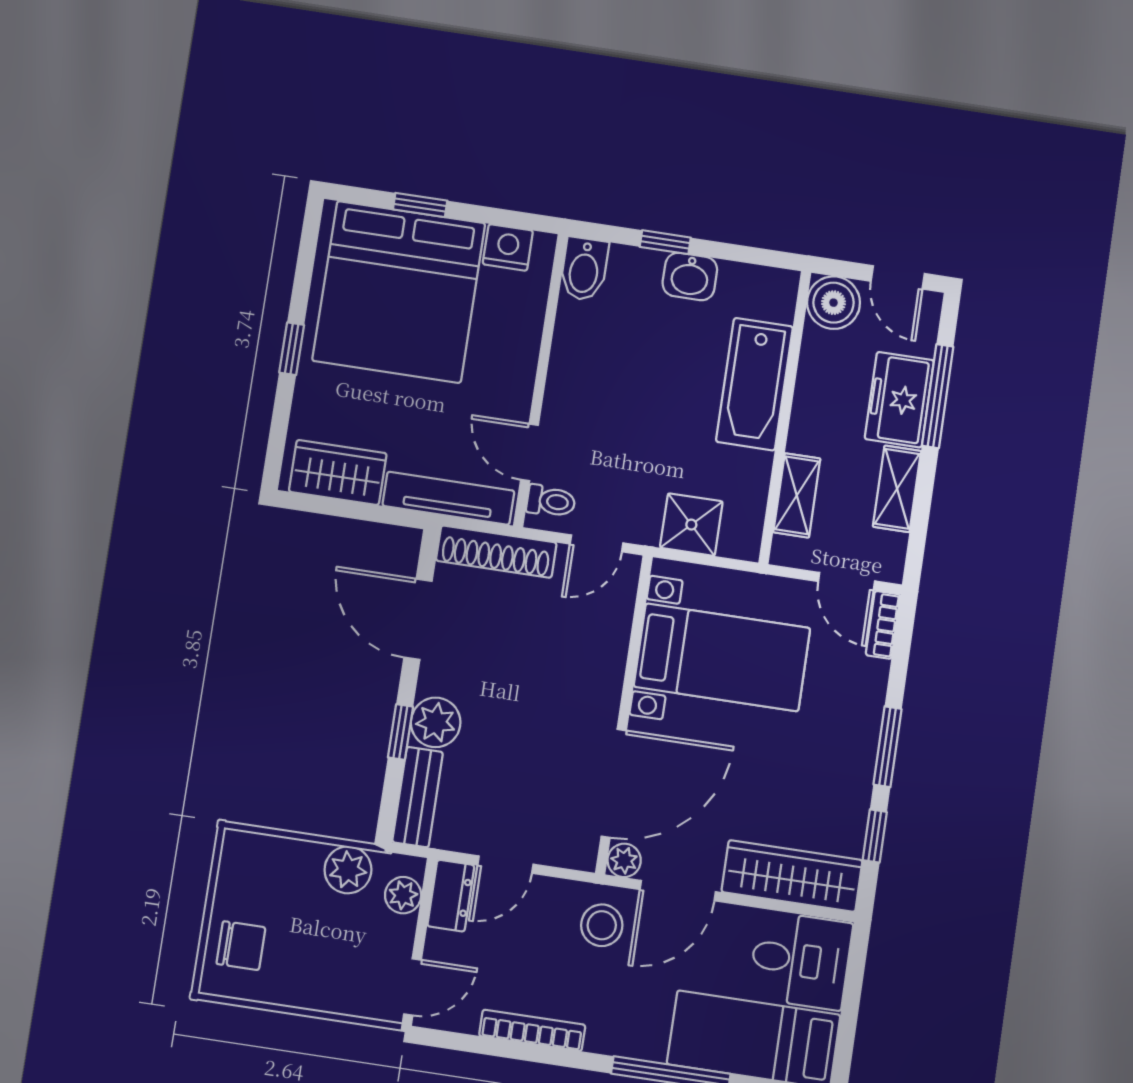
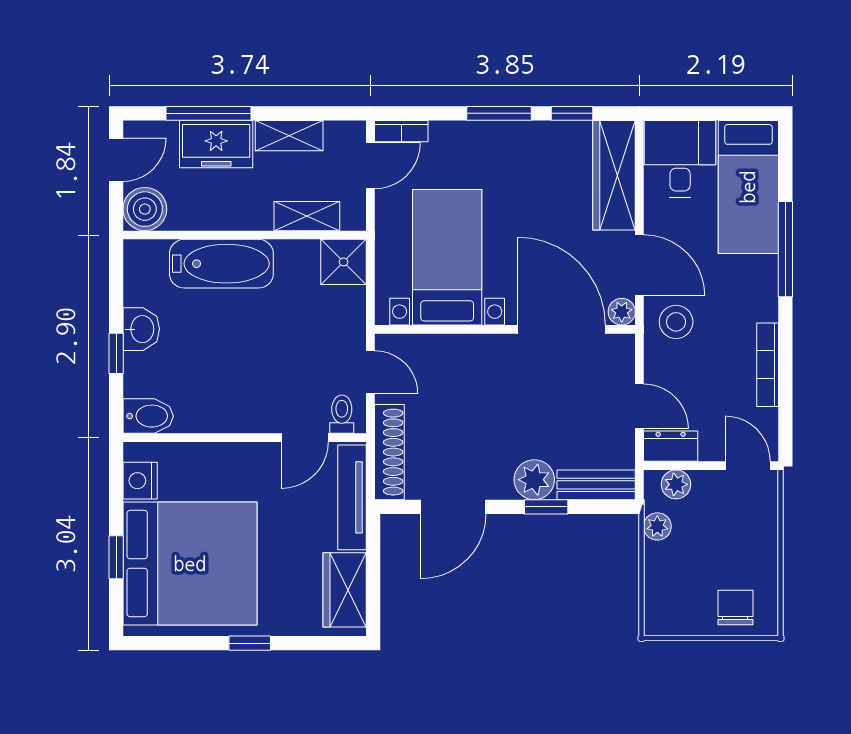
shower: (691, 525) -> (344, 262), moved
plant: (348, 870) -> (657, 526), width x0.73, depth x0.73

